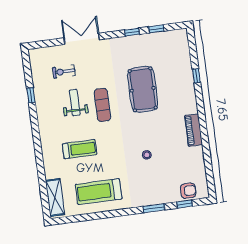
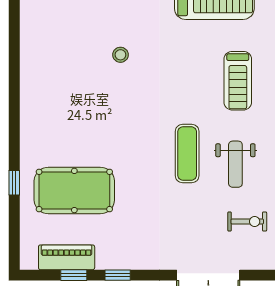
pool table: (143, 89) -> (74, 190), moved, turned 90
piano: (193, 130) -> (67, 257), moved, turned -90
treadmill: (80, 149) -> (238, 81), turned -90

